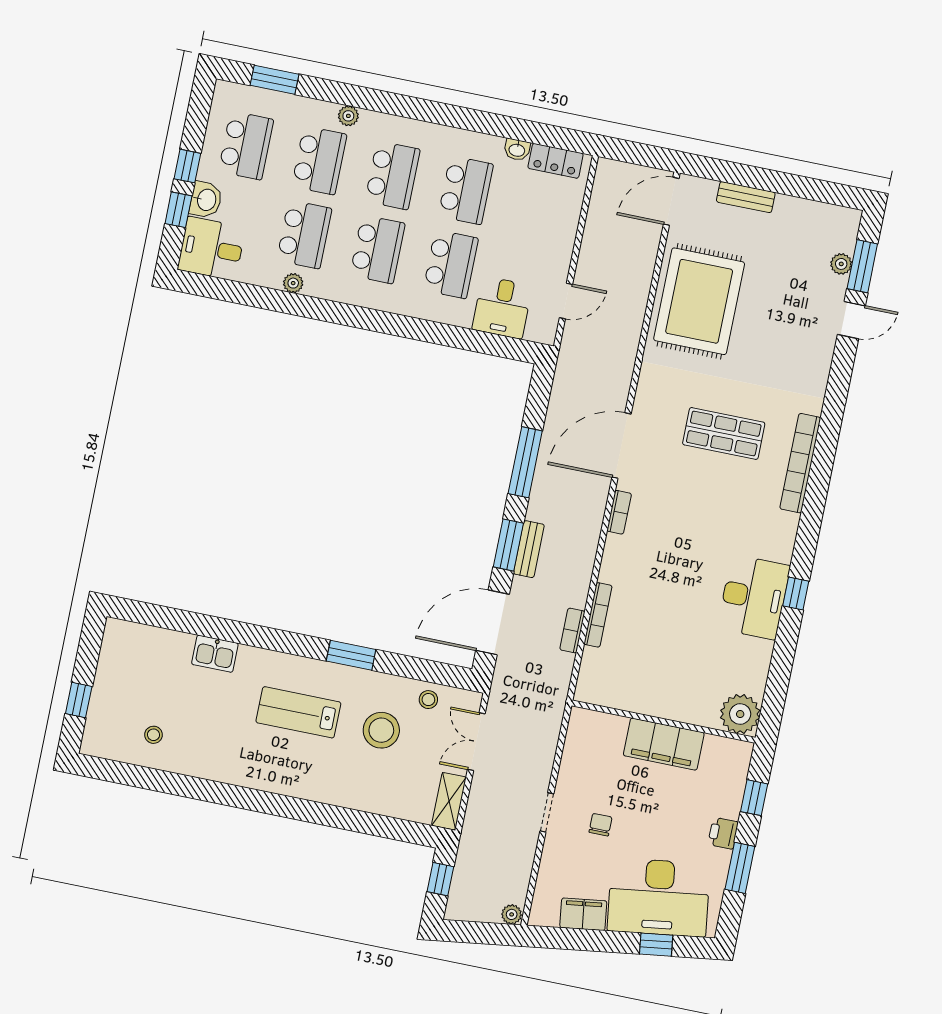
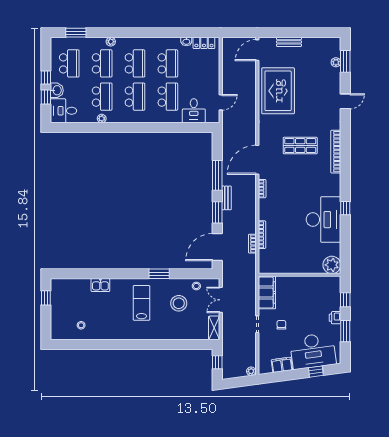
door: (851, 320) -> (345, 101), moved
bench: (529, 549) -> (226, 198), moved
desk: (754, 597) -> (323, 220), width x1.36, depth x1.30
window: (79, 700) -> (46, 298), moved
lab bench: (298, 712) -> (141, 303), turned 90
filing cabinet: (664, 744) -> (267, 292), moved, turned -90

